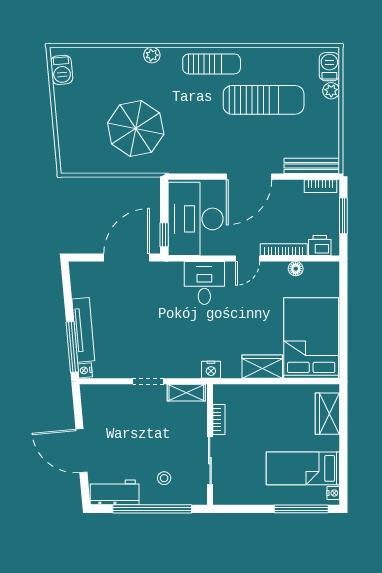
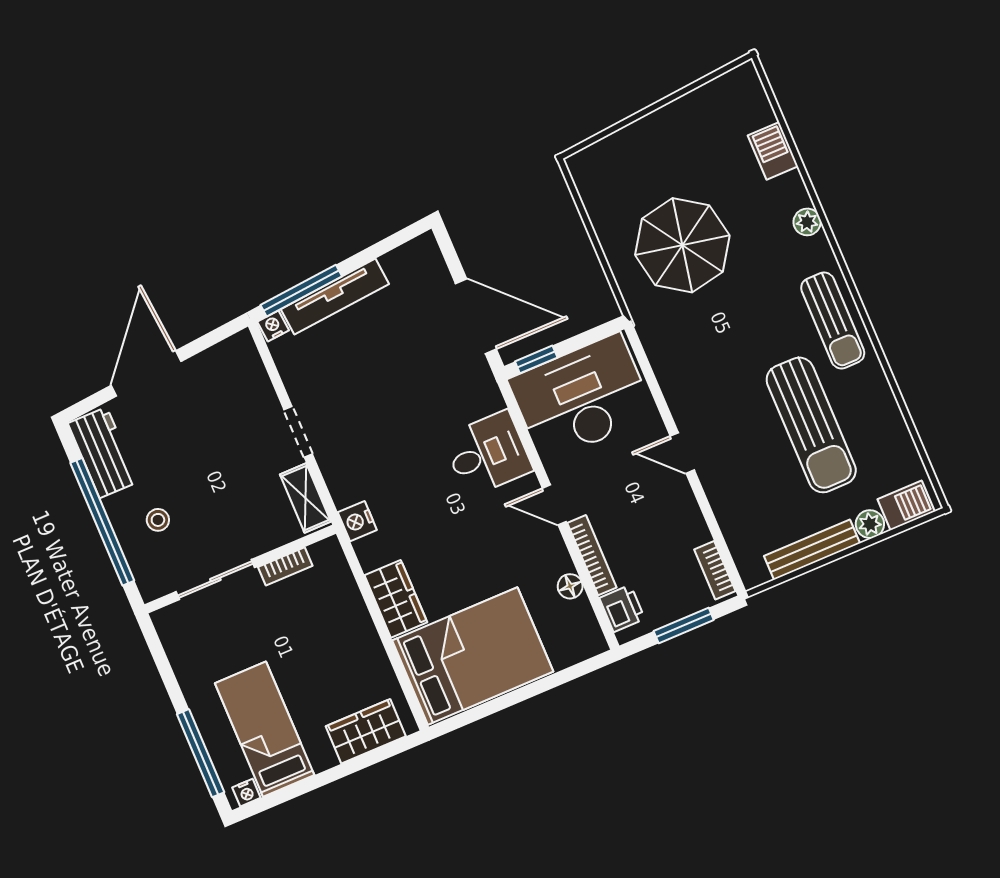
barbecue: (62, 70) -> (773, 151), moved, turned 95
bench: (312, 166) -> (812, 550), moved, turned 90
door: (249, 177) -> (682, 453), width x0.53

